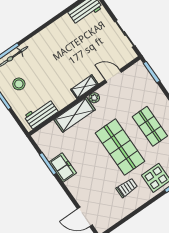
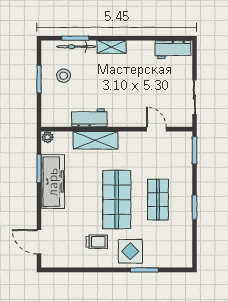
shelving: (84, 87) -> (112, 47), moved
plant: (94, 98) -> (48, 137), moved
workbench: (41, 114) -> (89, 118), moved
freezer: (63, 167) -> (53, 182), width x1.91, depth x1.26

